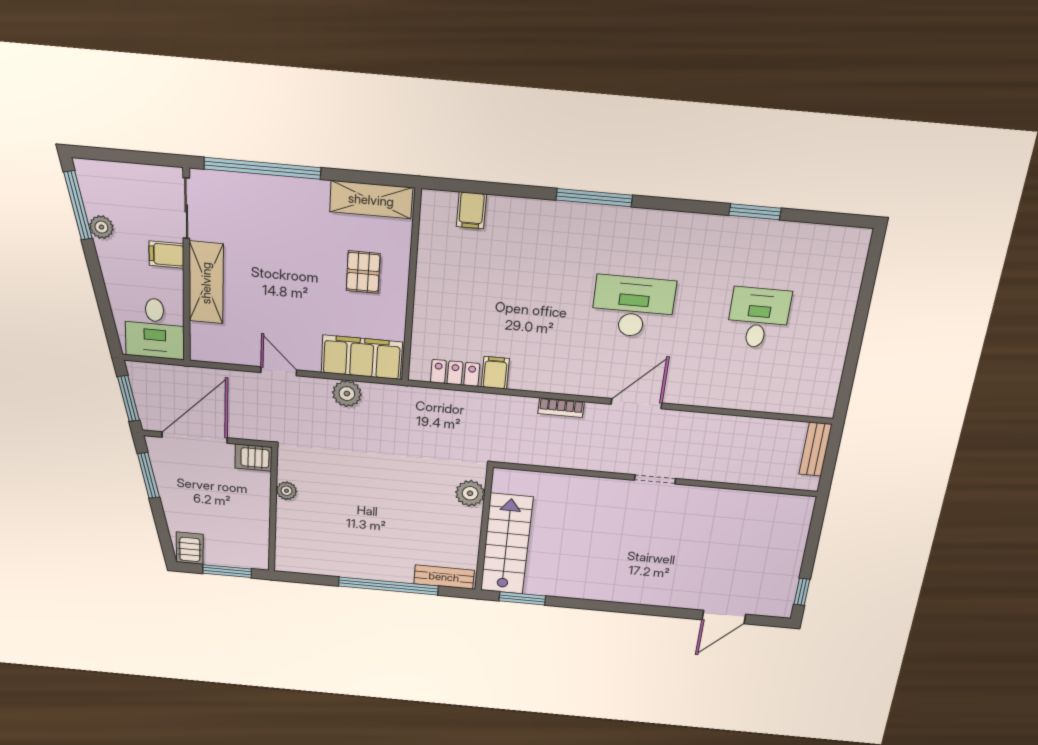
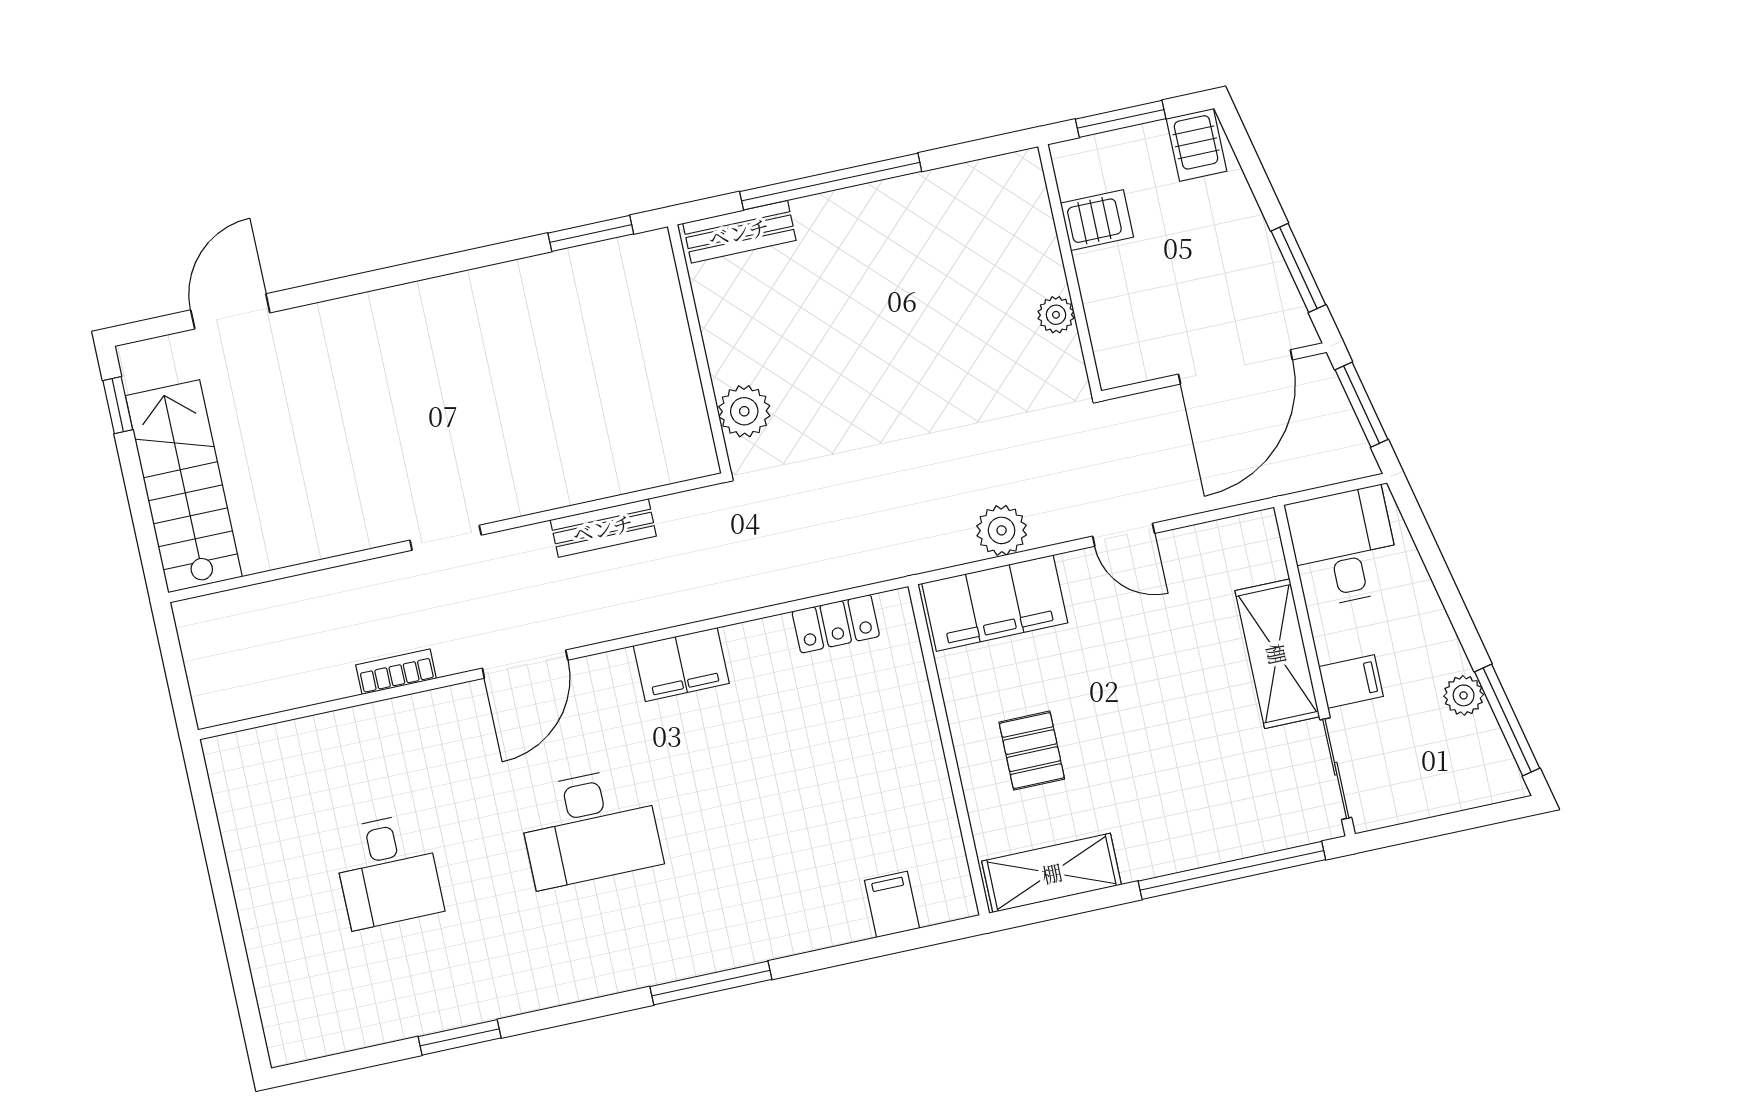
filing cabinet: (495, 373) -> (681, 664), moved, width x2.00
bookcase: (561, 407) -> (396, 672), moved
bench: (815, 449) -> (603, 528), moved, turned 90
server rack: (253, 458) -> (1097, 220), moved
stairs: (507, 544) -> (184, 486), moved, turned 180

